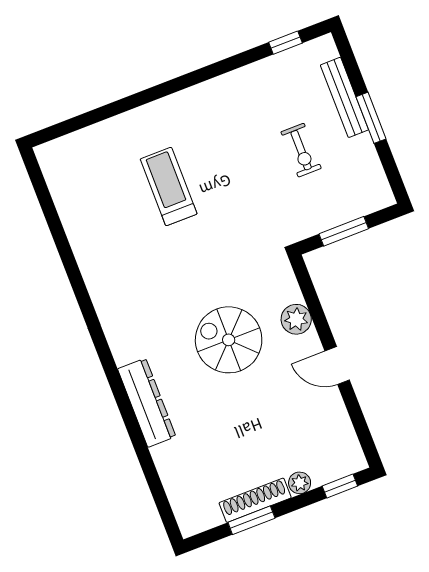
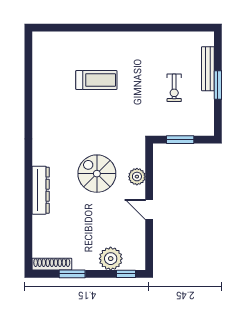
window: (285, 43) -> (188, 28), removed
treadmill: (169, 186) -> (96, 80), turned 90
plant: (300, 483) -> (111, 259), width x1.87, depth x1.87
shoe rack: (255, 500) -> (52, 264), moved

